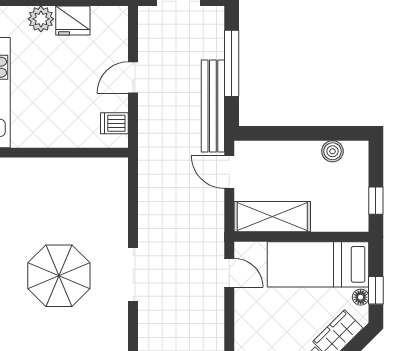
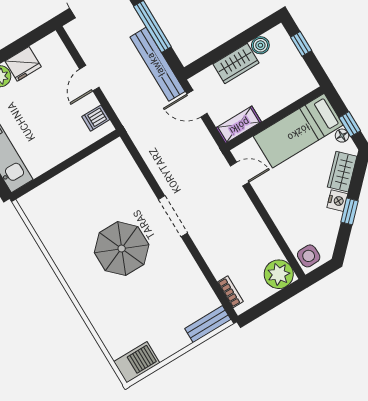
wardrobe: (295, 155) -> (236, 63), added
window: (376, 201) -> (301, 44), moved
shelving: (272, 217) -> (239, 125), width x0.67, depth x0.75

